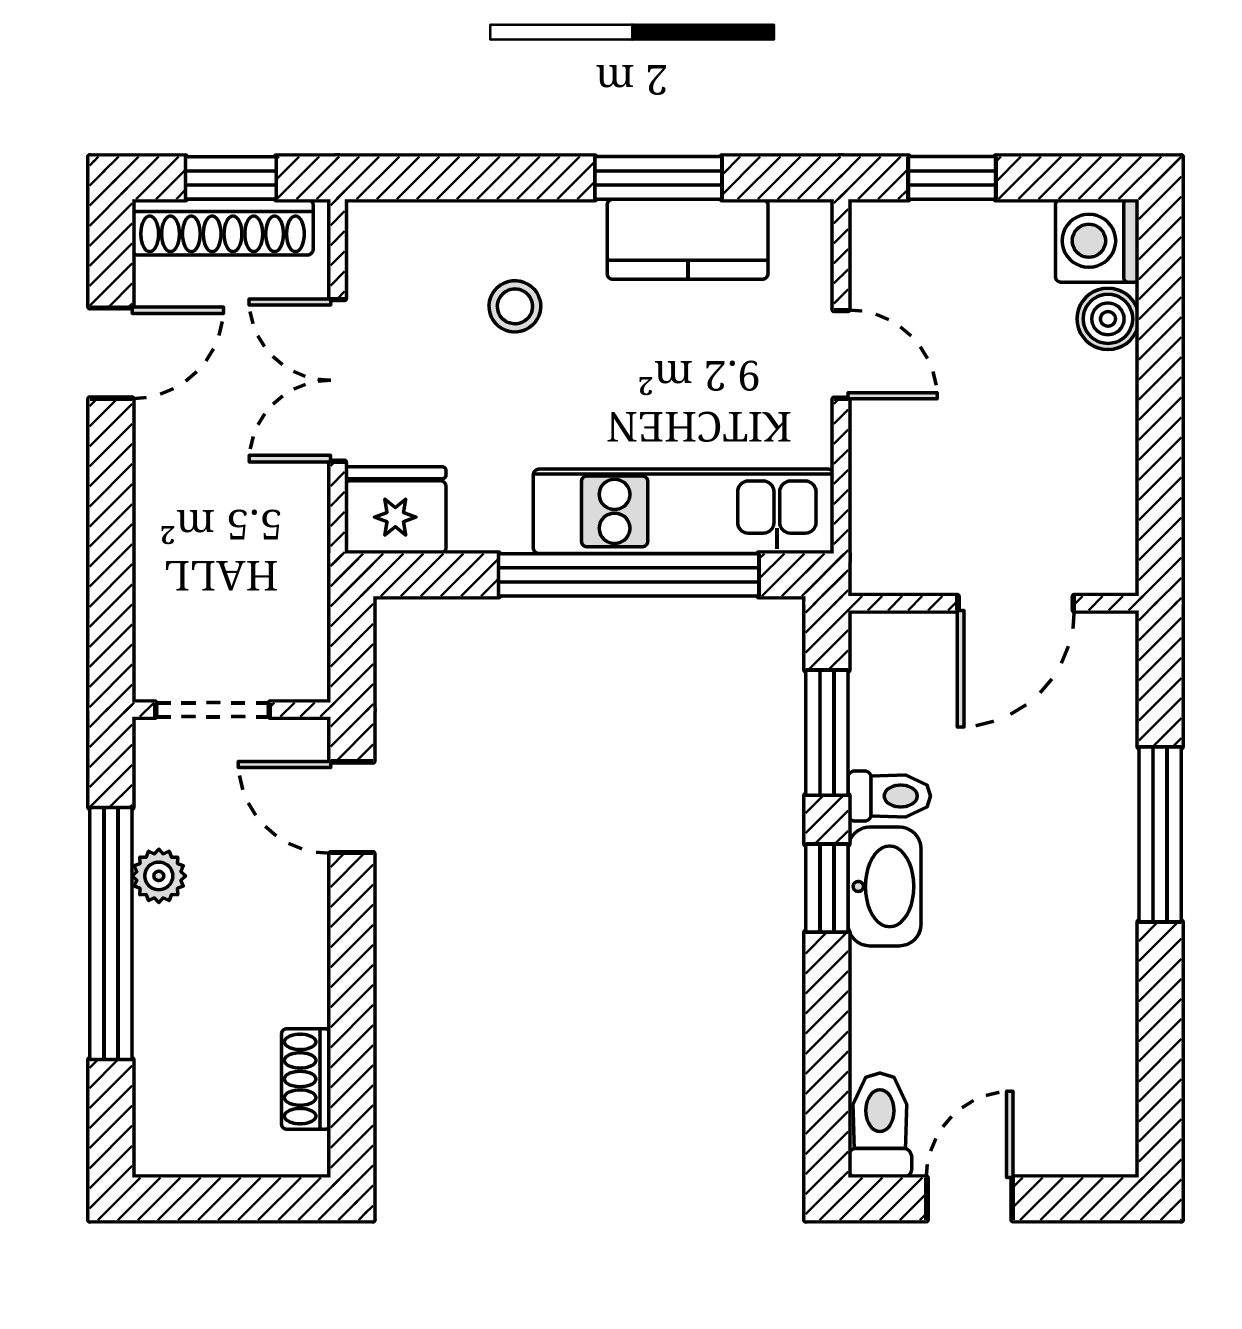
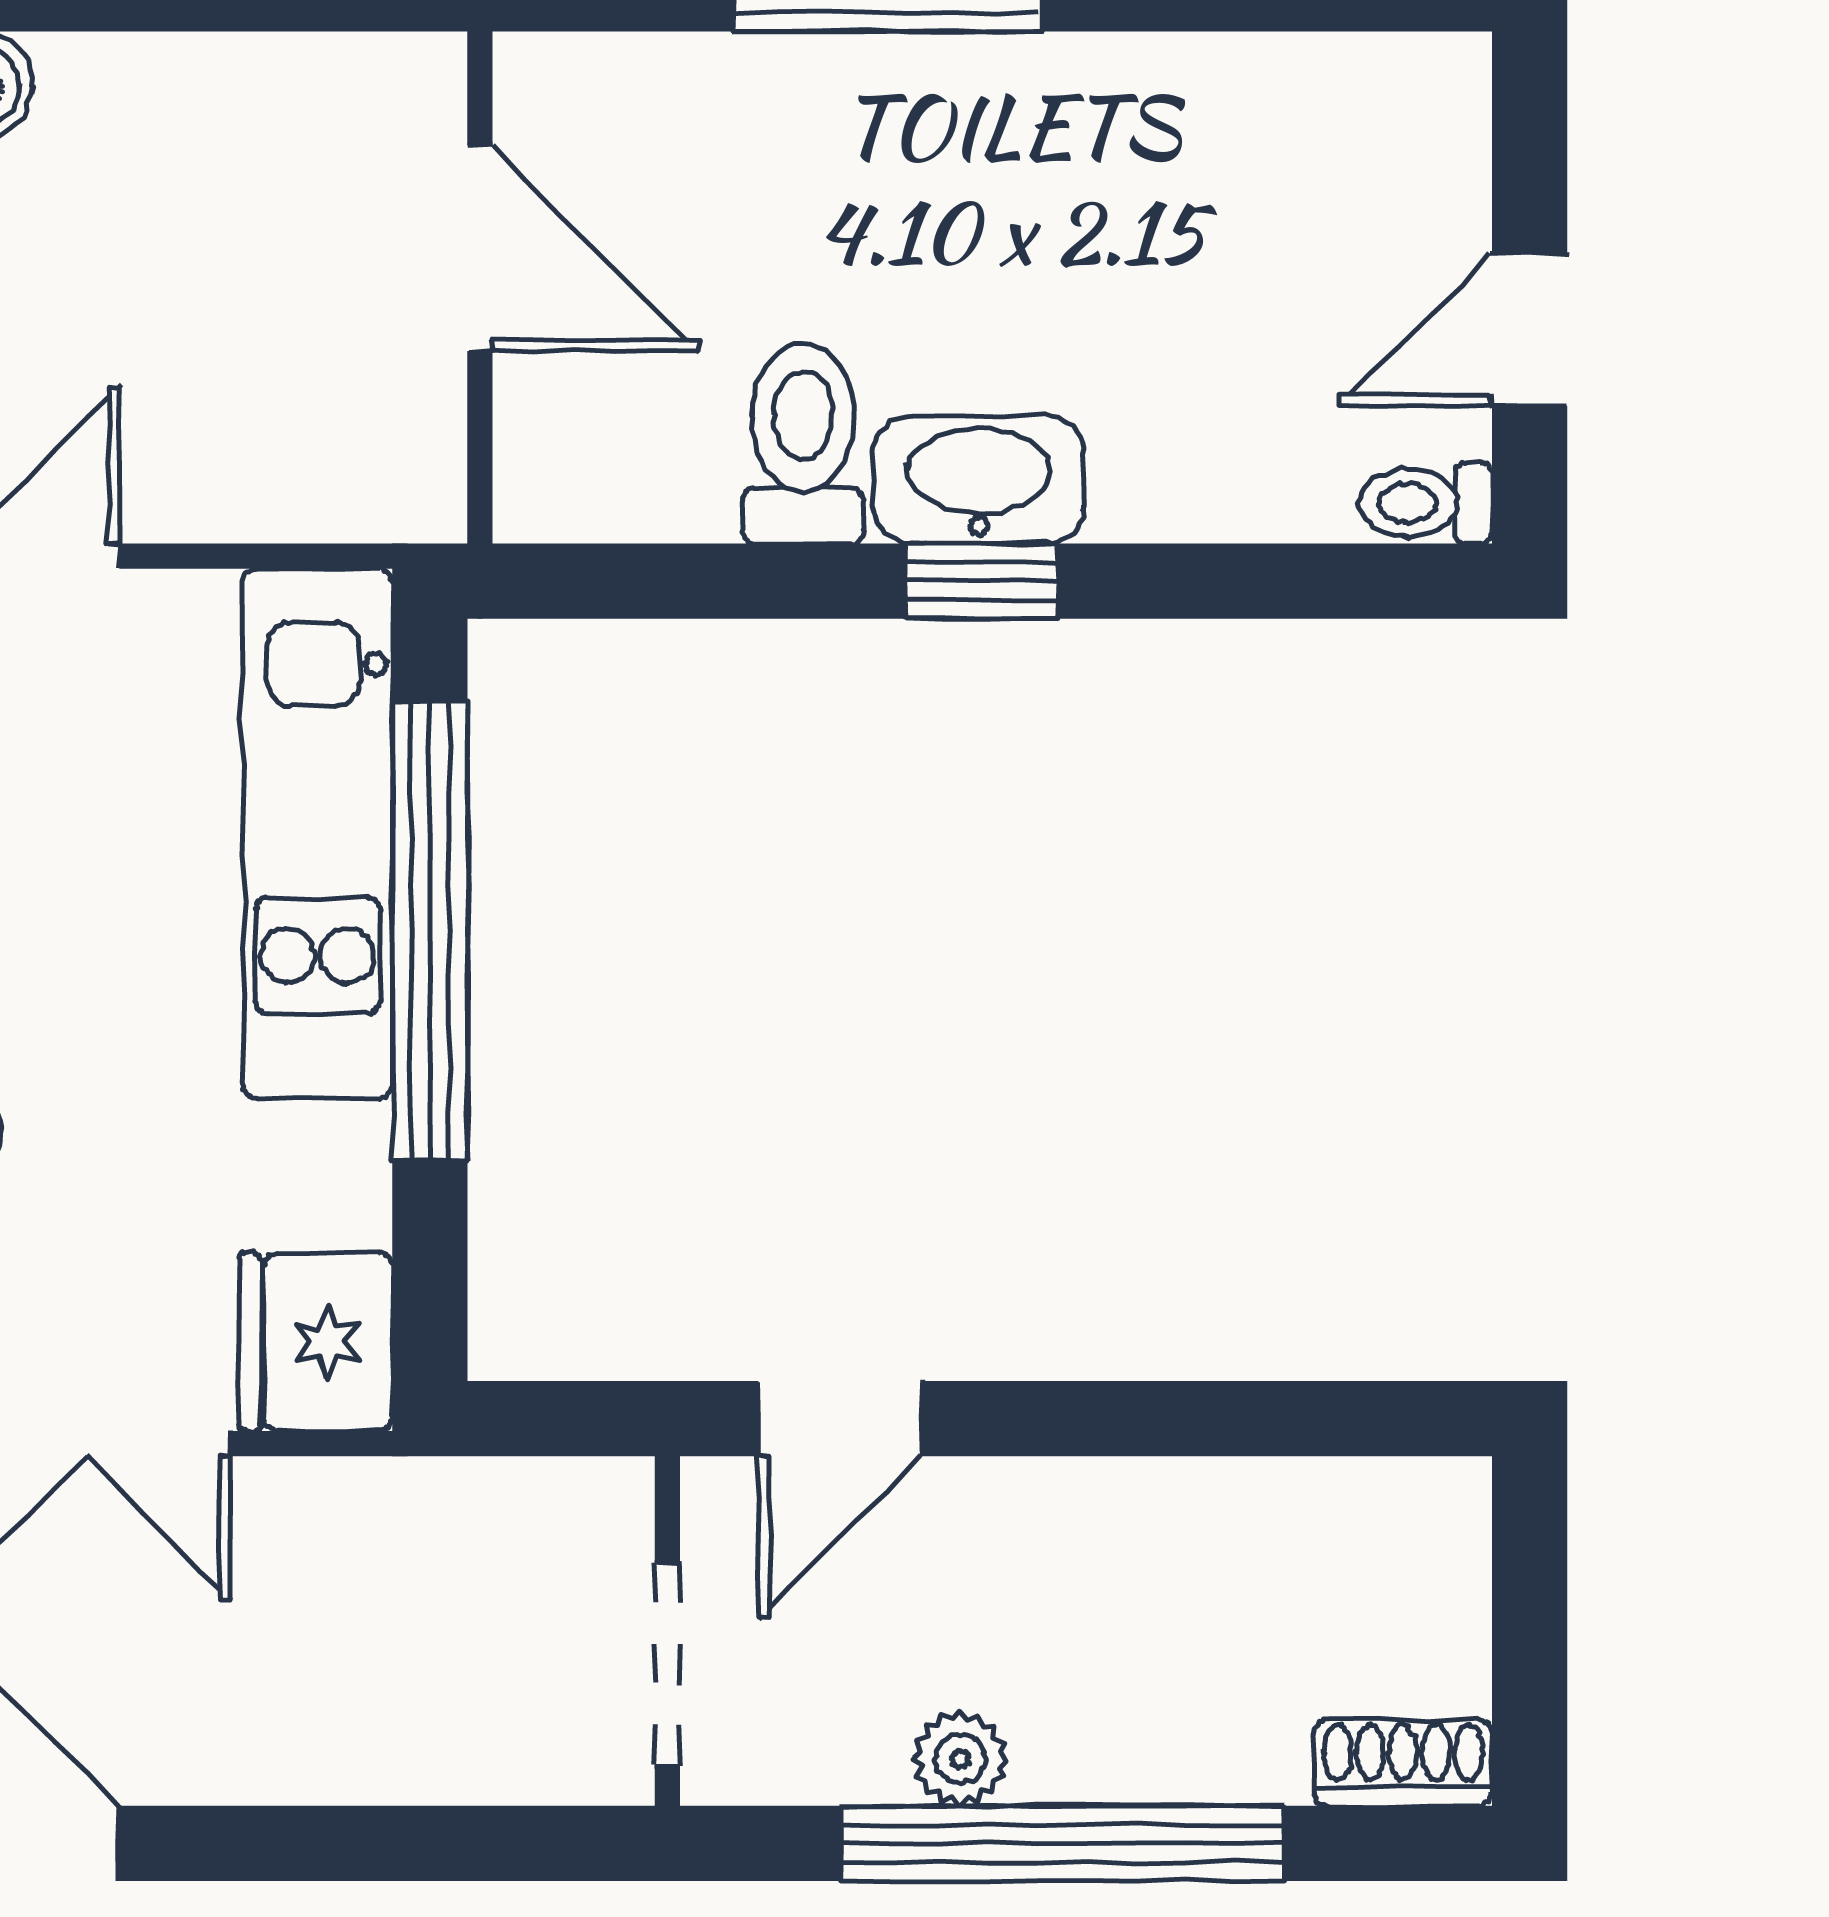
window: (827, 733) -> (708, 581), removed
toilet: (889, 796) -> (803, 443), width x1.37, depth x1.39
shoe rack: (306, 1079) -> (1403, 1763), moved, turned 180
toilet: (880, 1125) -> (1426, 503), width x0.73, depth x0.72
door: (970, 1199) -> (1530, 330), hinge flipped

